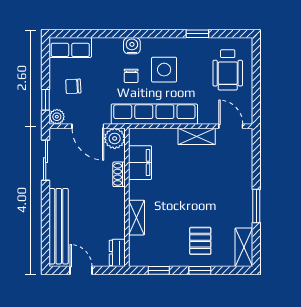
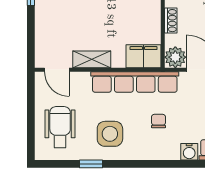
water cooler: (132, 46) -> (189, 152), moved
side table: (164, 70) -> (110, 134), moved
filing cabinet: (140, 163) -> (144, 56), moved, turned 90

